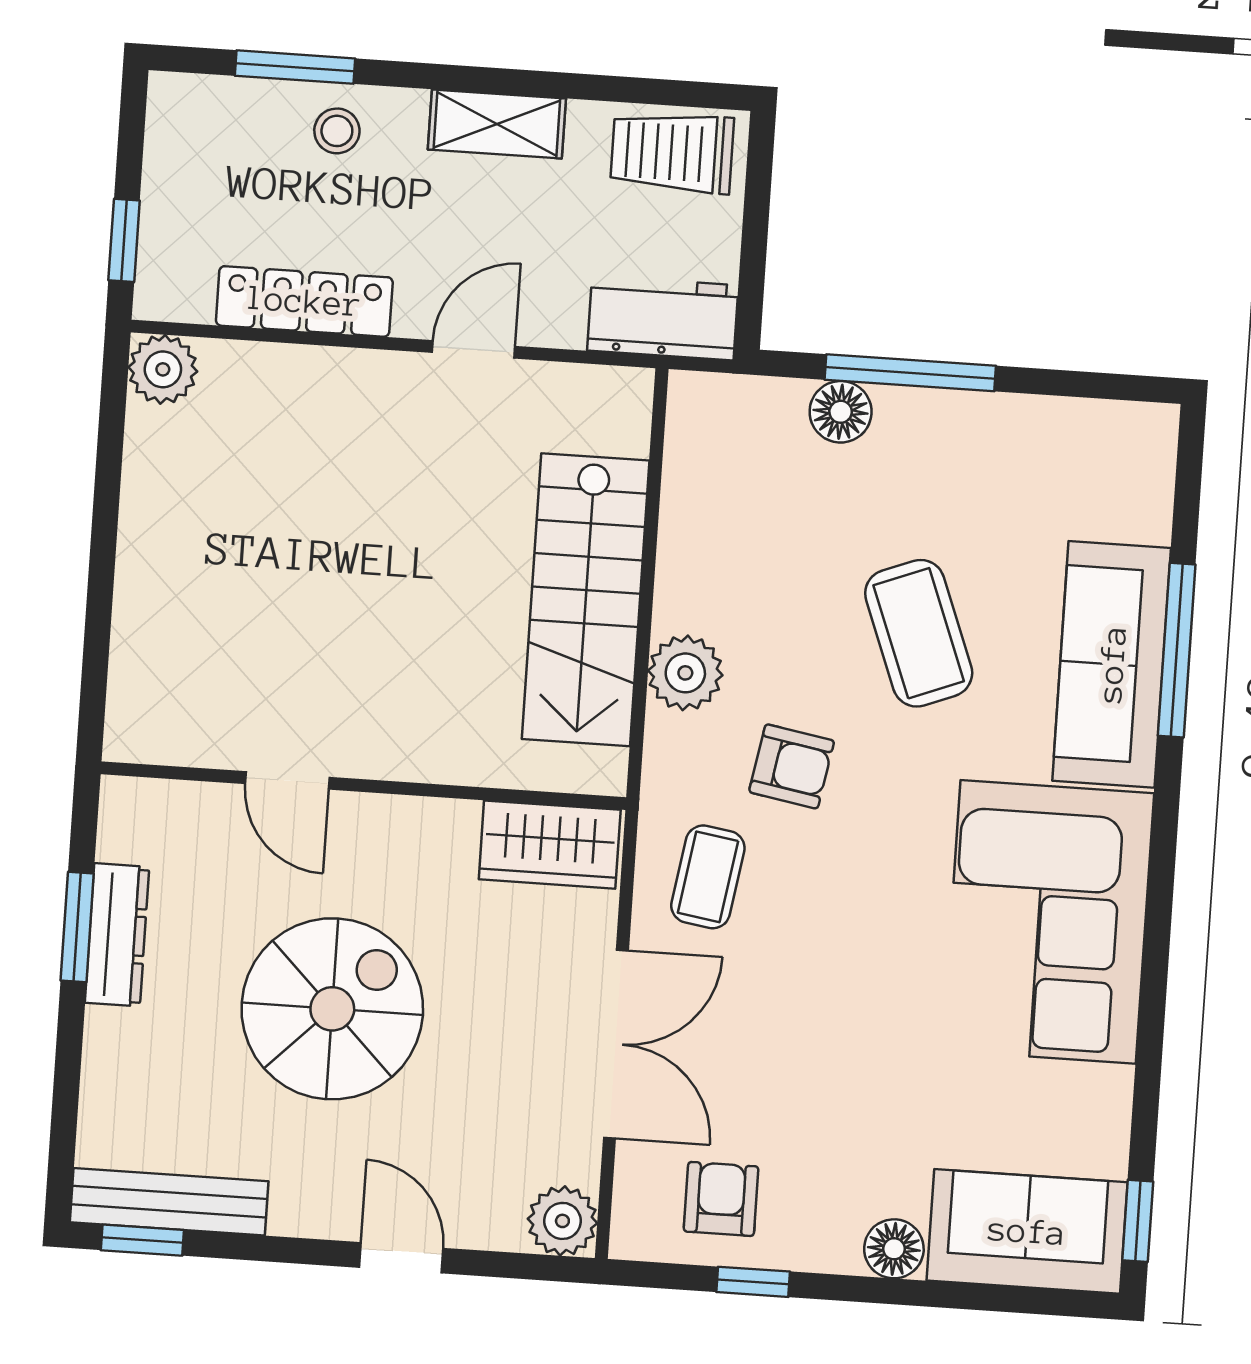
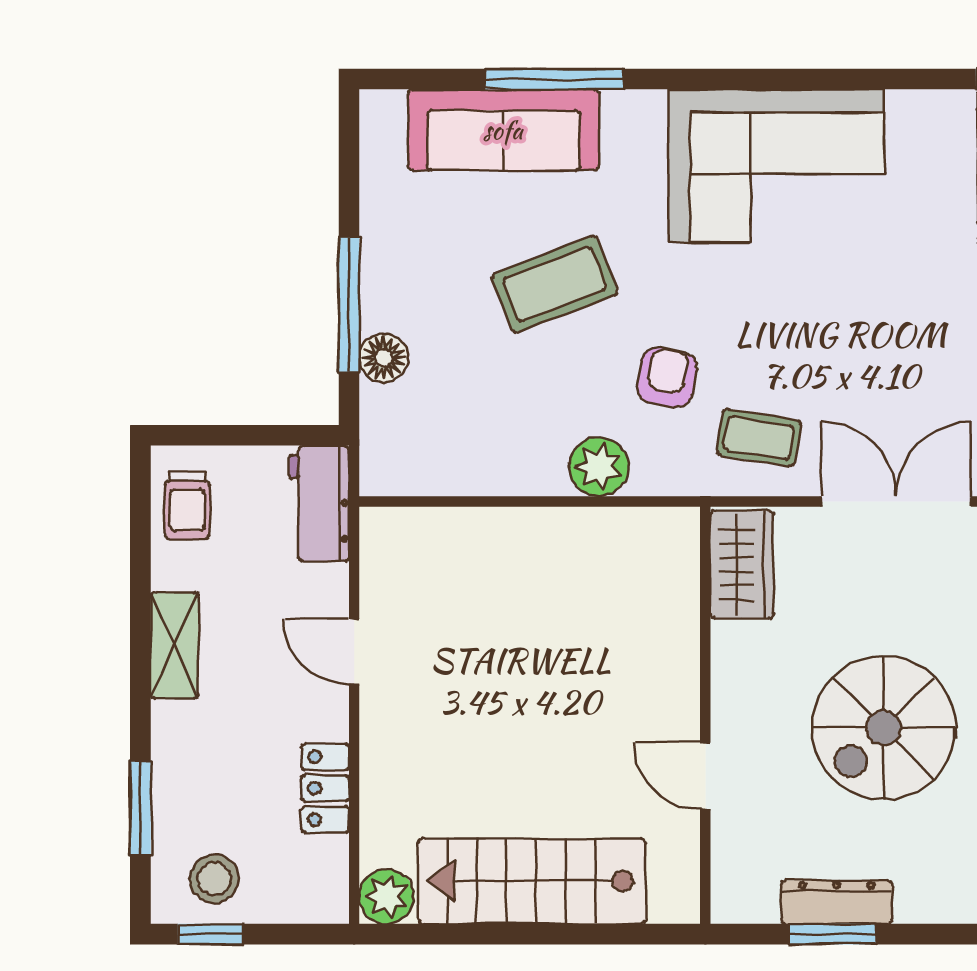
stool: (337, 131) -> (214, 879), moved, width x1.37, depth x1.37
trolley: (672, 152) -> (187, 505), width x0.73, depth x0.72
window: (124, 240) -> (210, 934), moved
locker: (304, 301) -> (325, 788), width x0.66
stairs: (586, 600) -> (532, 881), moved, turned 180
sofa: (1112, 664) -> (503, 130), moved
door: (287, 780) -> (705, 776), swing flipped
spiral stairs: (332, 1009) -> (884, 728), turned -90

